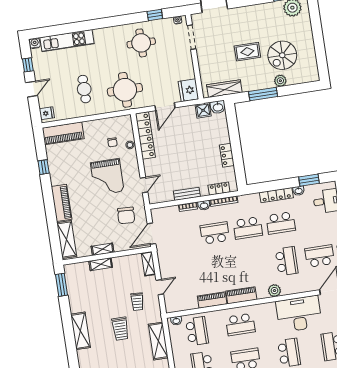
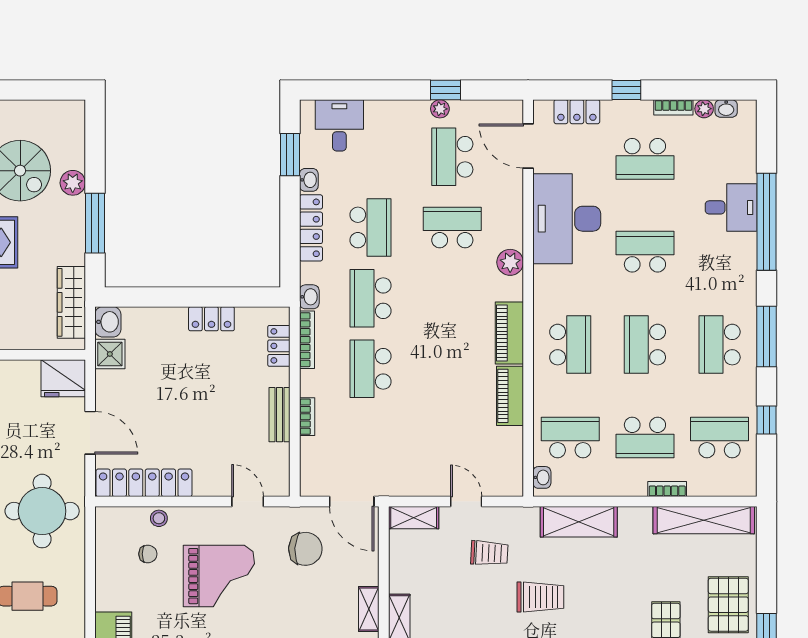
washbasin: (204, 205) -> (309, 297), moved
school desk: (248, 228) -> (371, 298), turned 180

